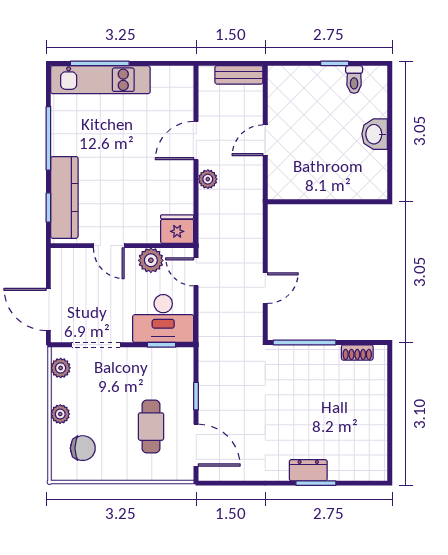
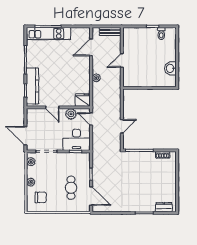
washbasin: (375, 134) -> (170, 68), moved
door: (196, 141) -> (91, 47), moved
dresser: (308, 470) -> (164, 207), moved

